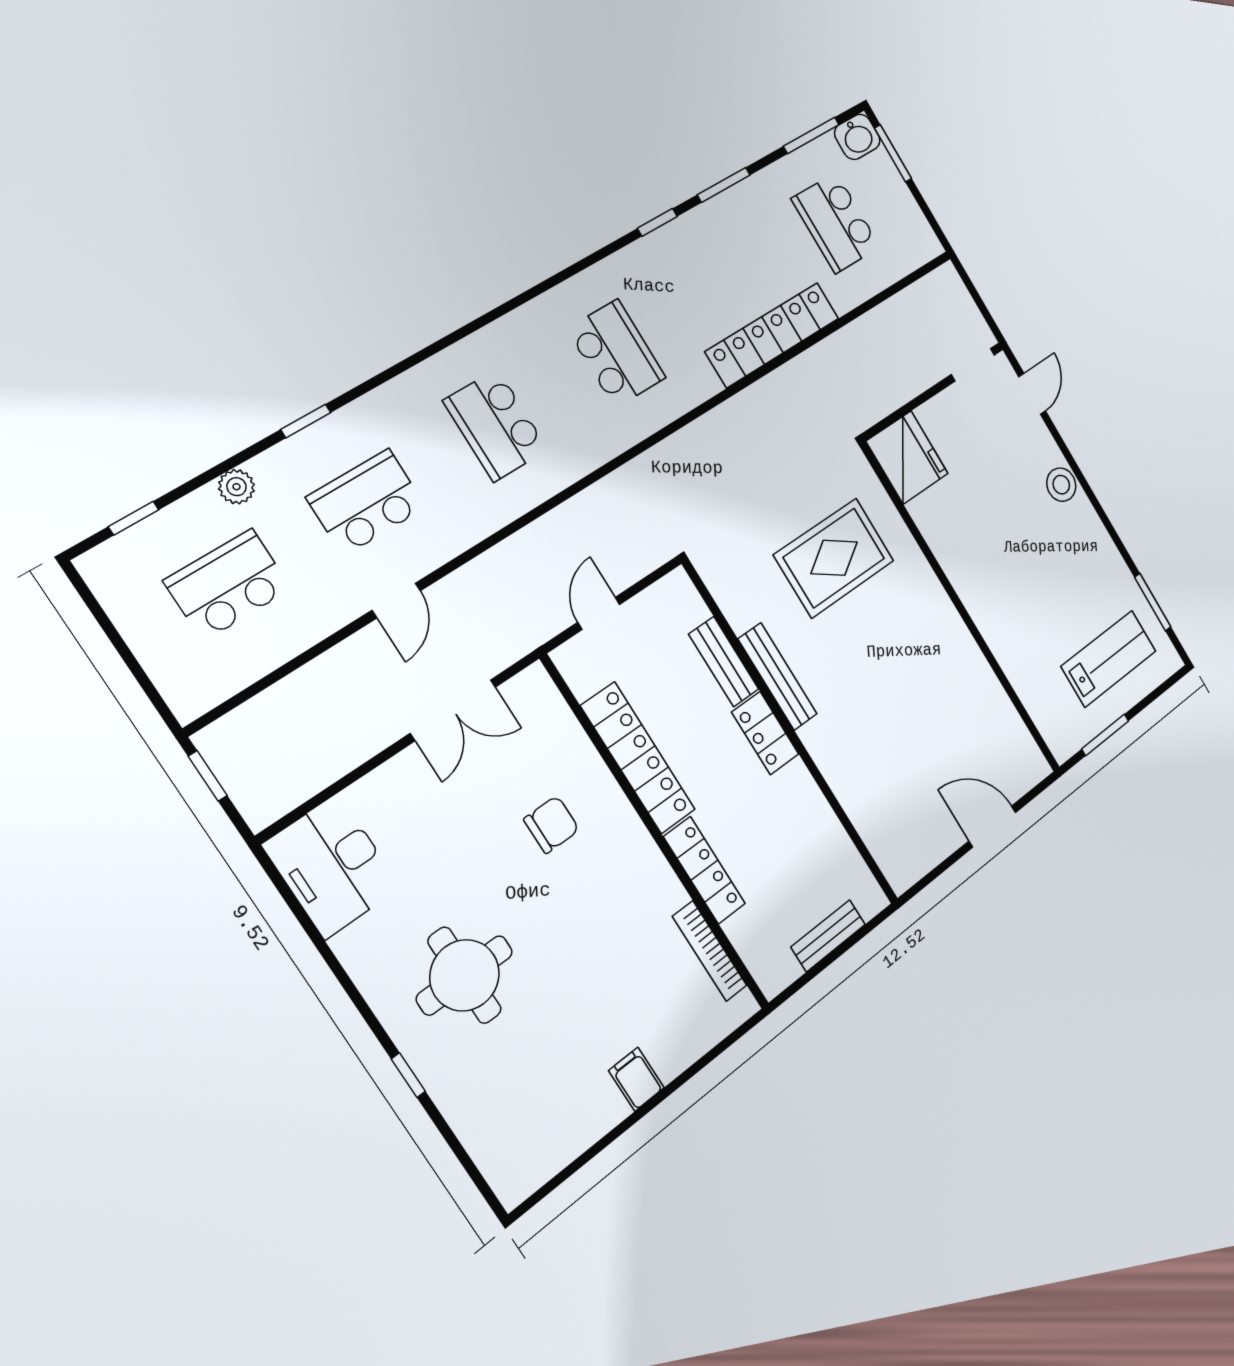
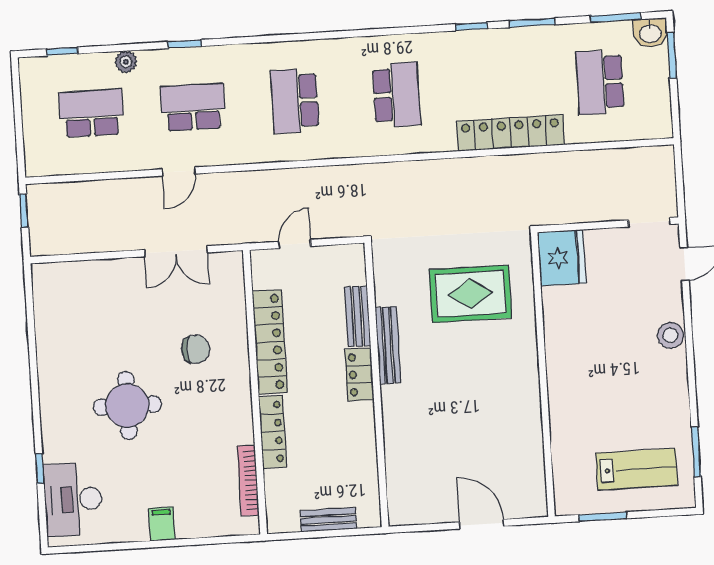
desk: (332, 866) -> (73, 499), moved
round table: (465, 975) -> (127, 406), moved
window: (408, 1075) -> (40, 468), moved

